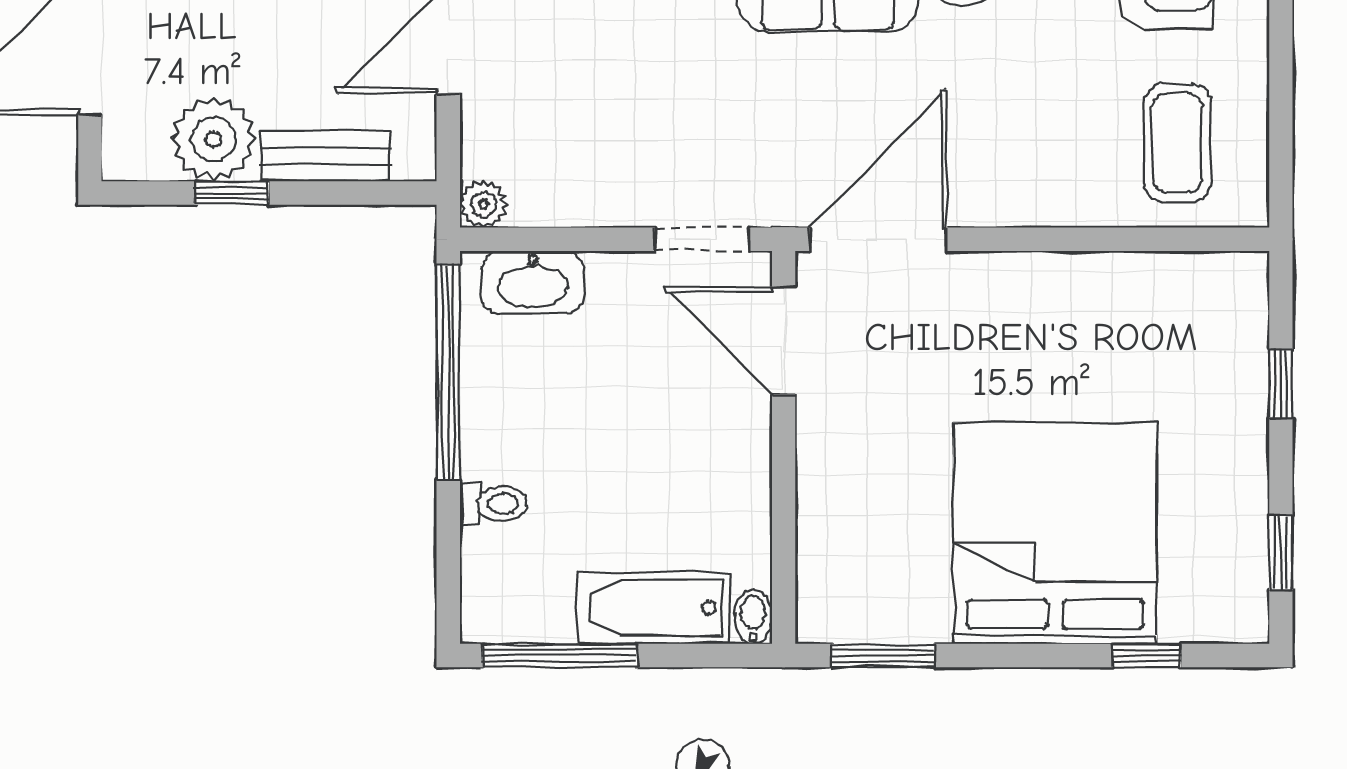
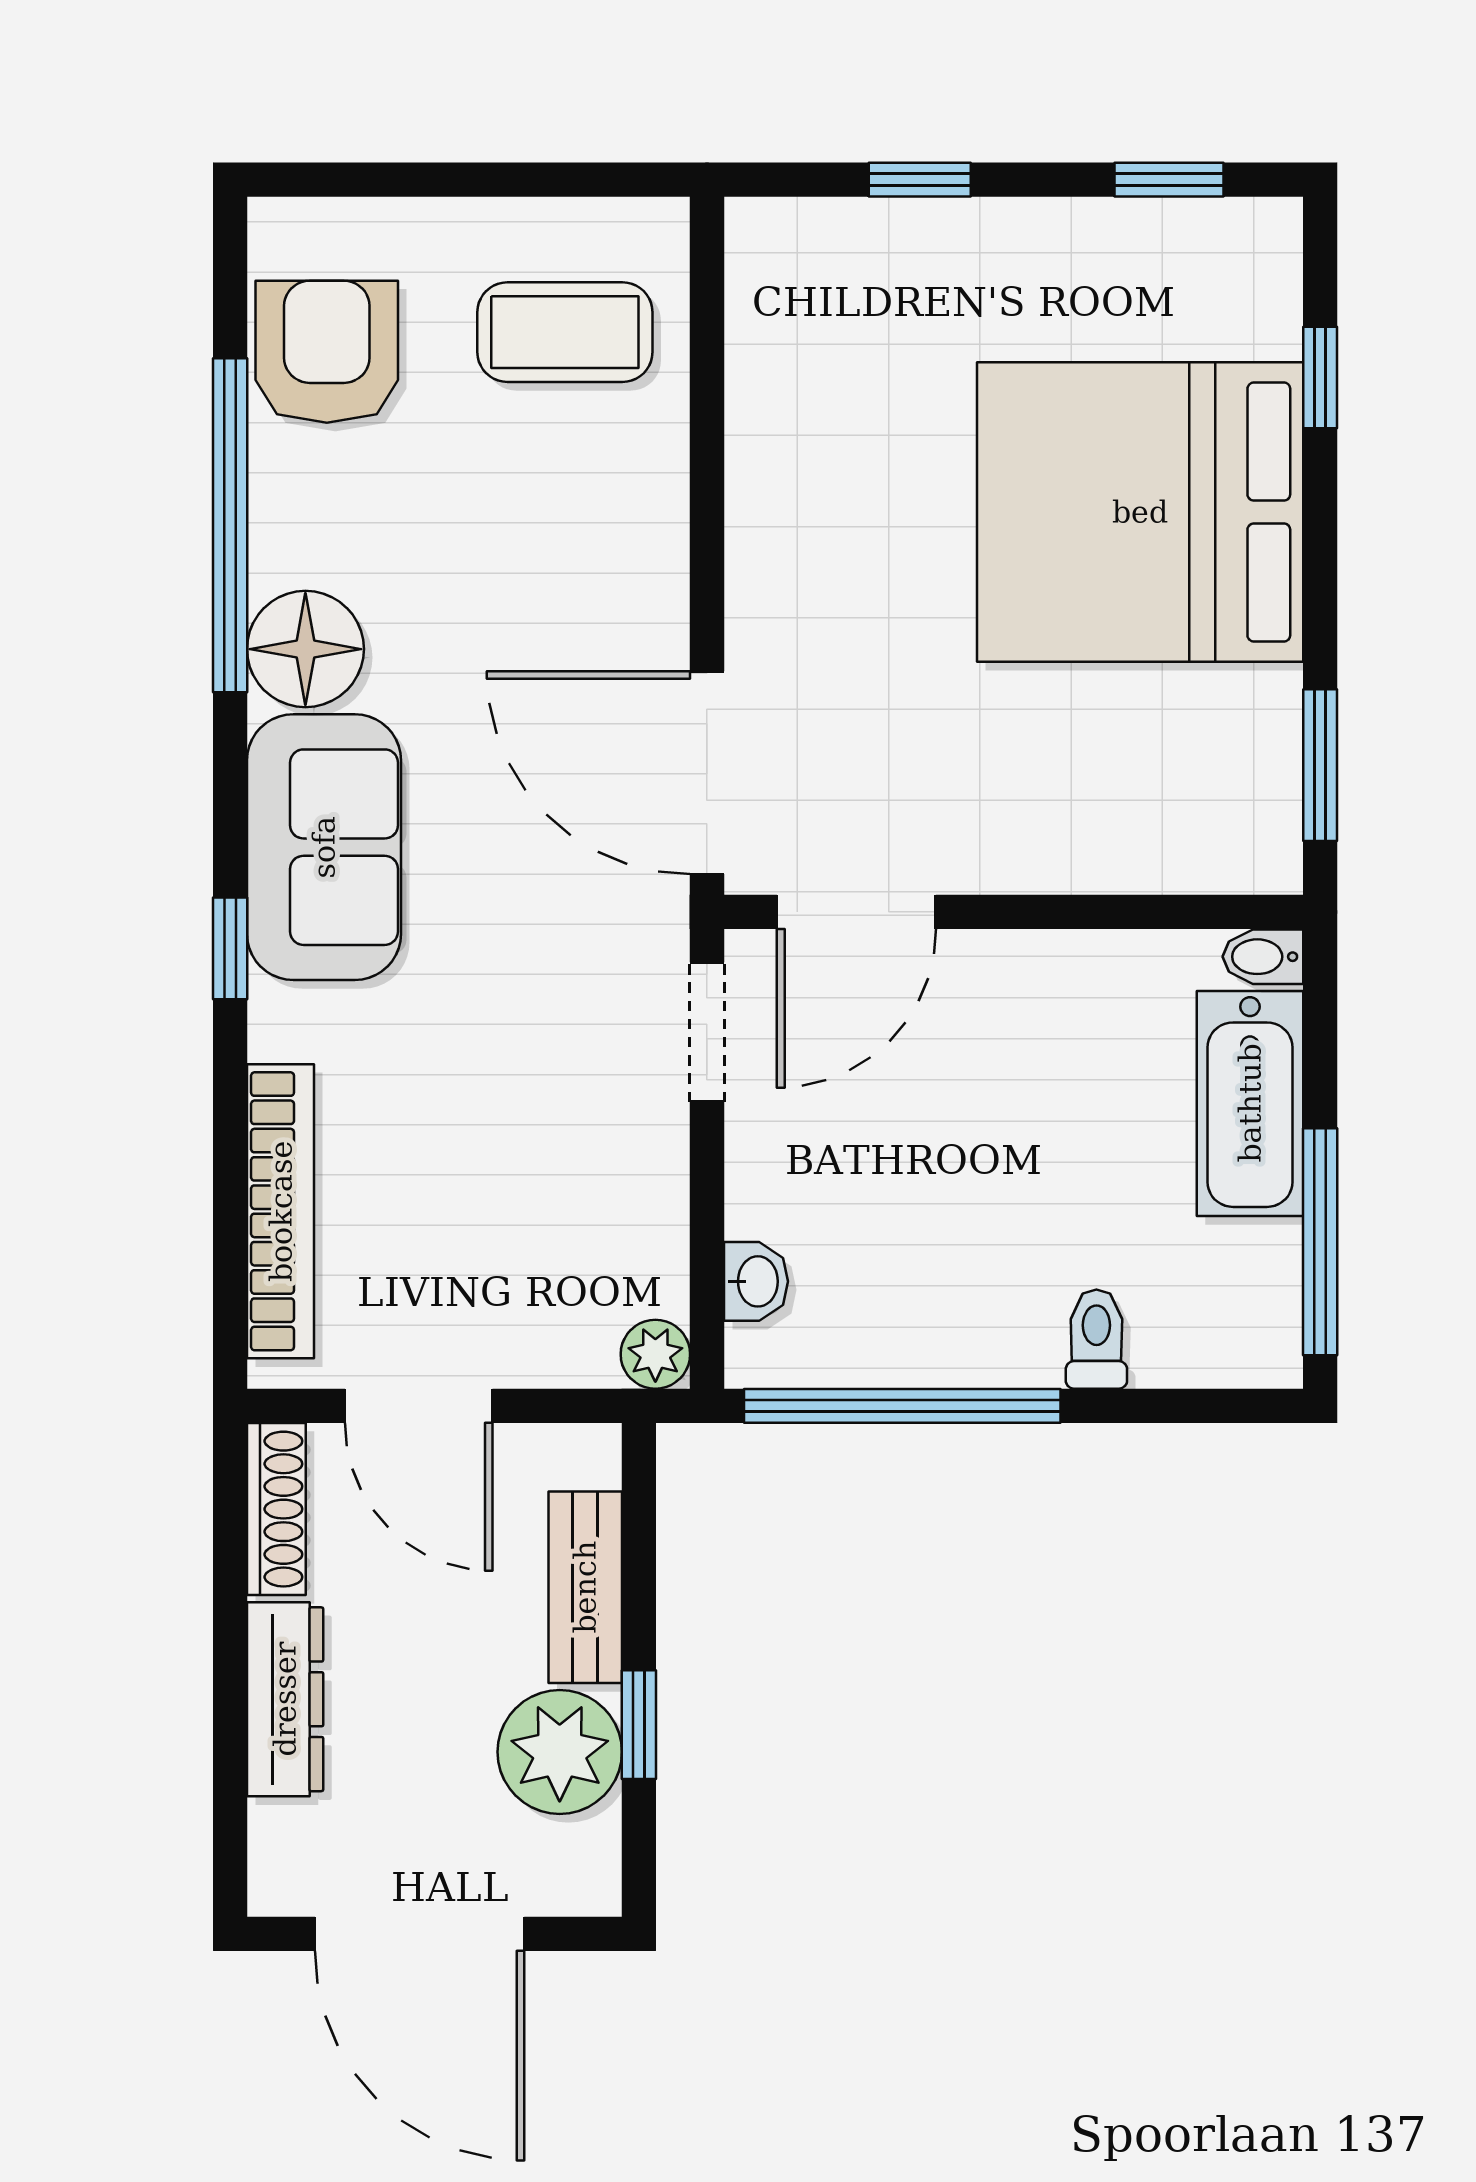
washbasin: (533, 282) -> (756, 1281), width x0.52, depth x0.69

